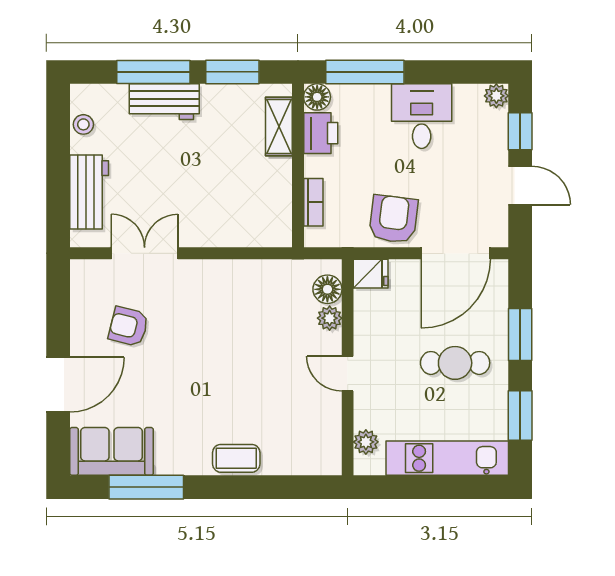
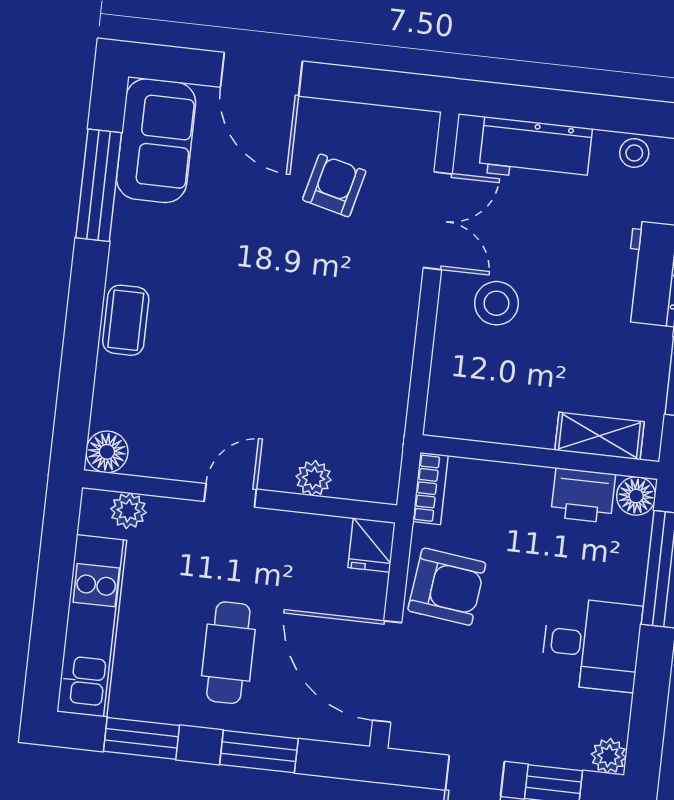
bookcase: (313, 202) -> (430, 489), moved, turned -90
stool: (196, 207) -> (496, 303), added
floor lamp: (327, 289) -> (107, 452), moved

